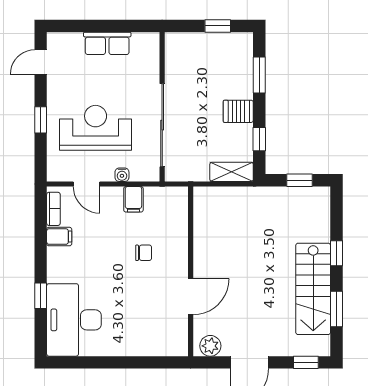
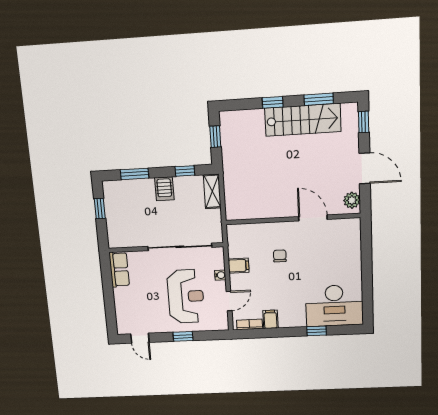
row of seats: (107, 43) -> (119, 269), moved
reception desk: (96, 128) -> (186, 296), turned 180

